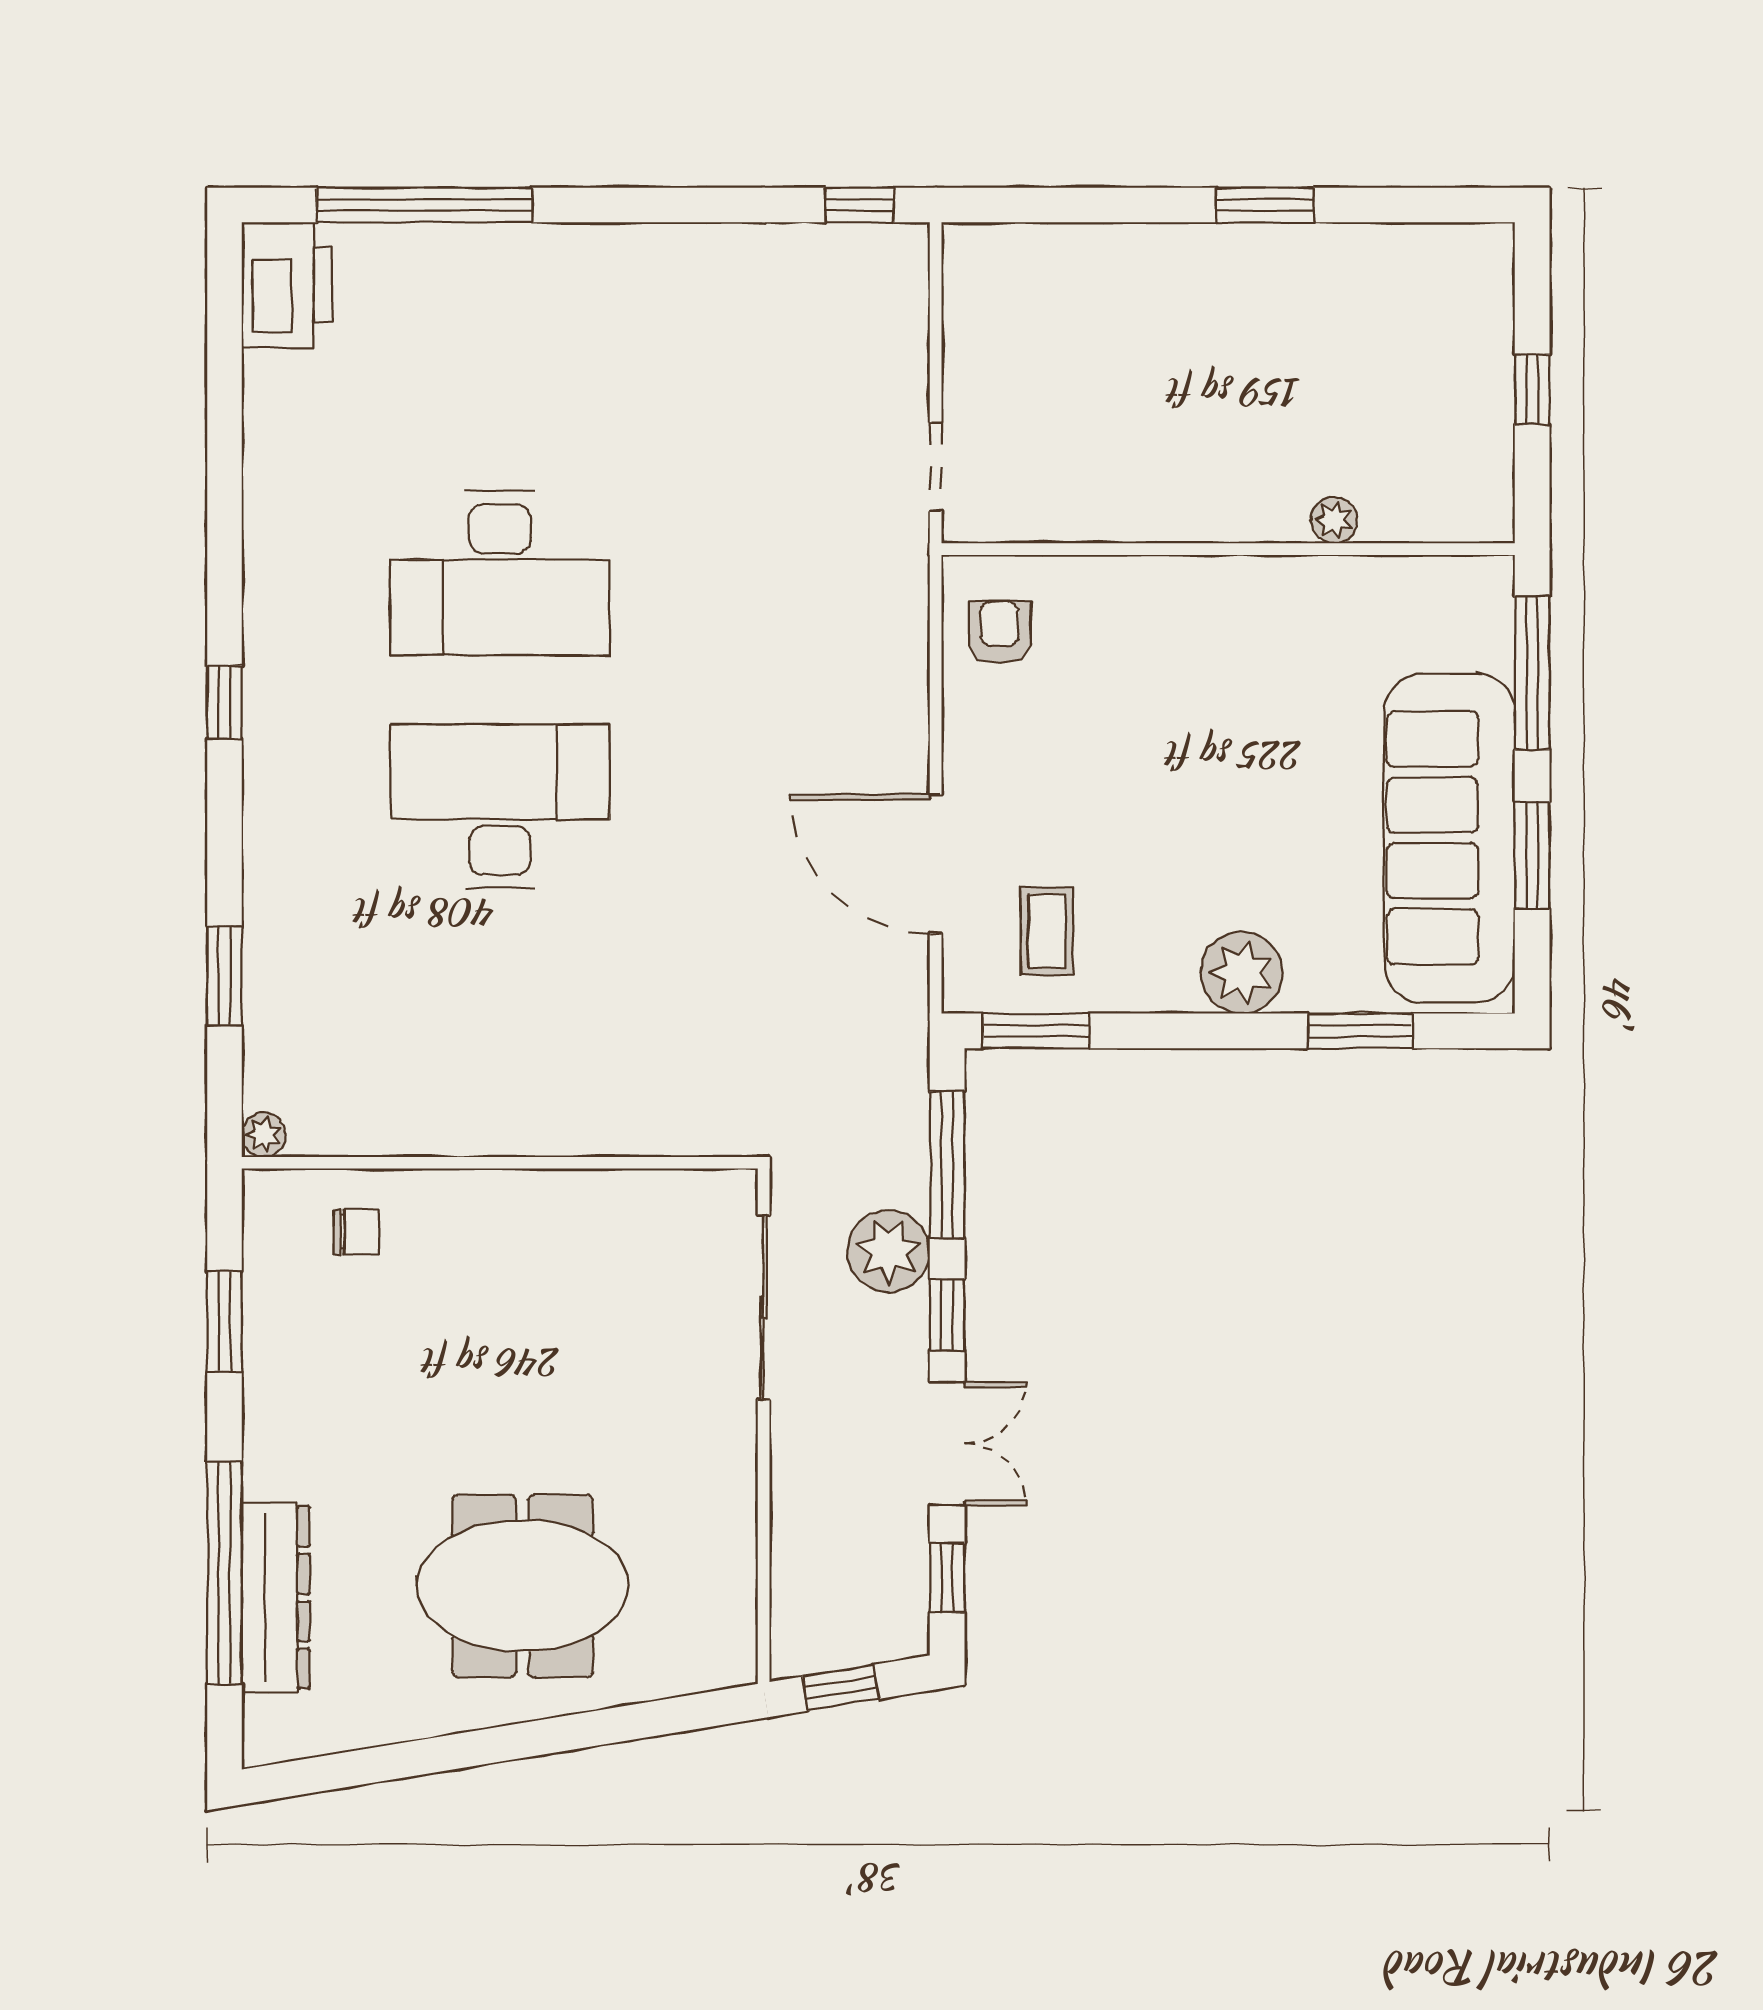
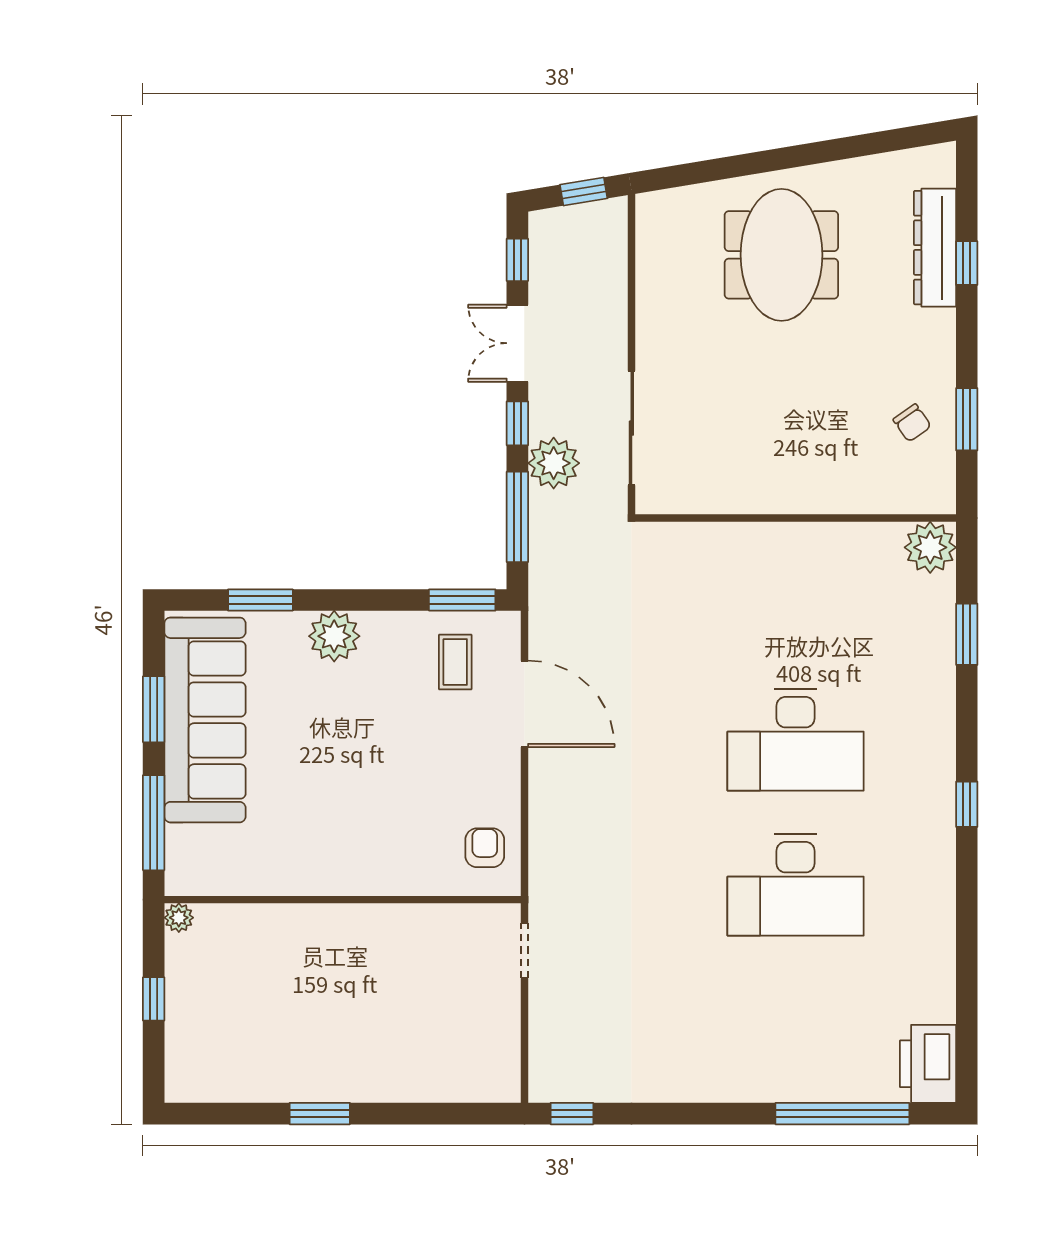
plant: (1334, 520) -> (179, 918), moved
desk: (500, 573) -> (796, 885), turned 180
armchair: (1000, 632) -> (485, 848), turned 180
plant: (264, 1135) -> (930, 547), width x1.87, depth x1.87
chair: (356, 1232) -> (912, 423), moved, turned -125
window: (225, 1573) -> (967, 263), width x0.32
meeting table: (522, 1586) -> (781, 255), turned 90

